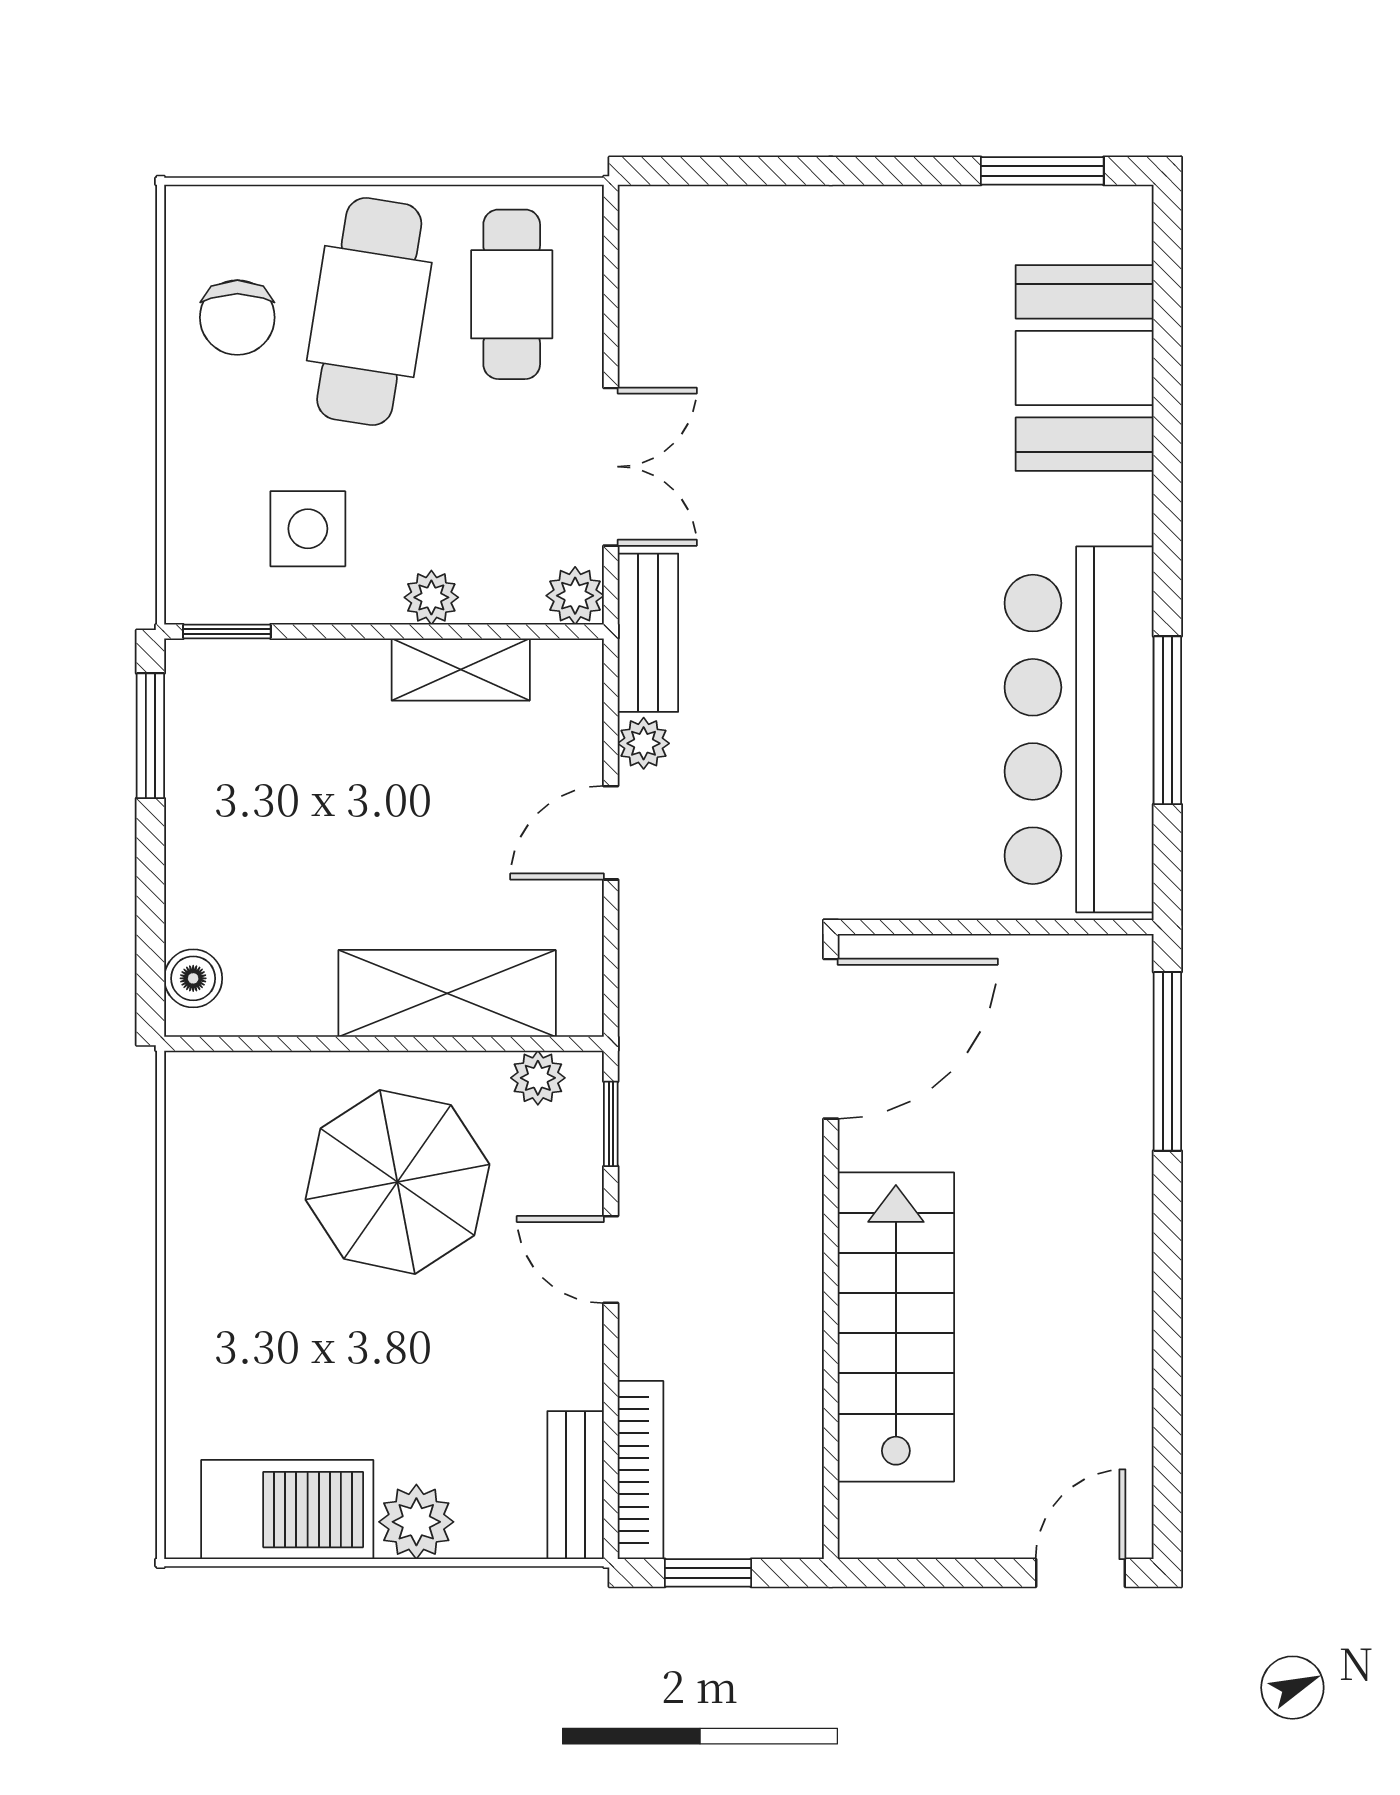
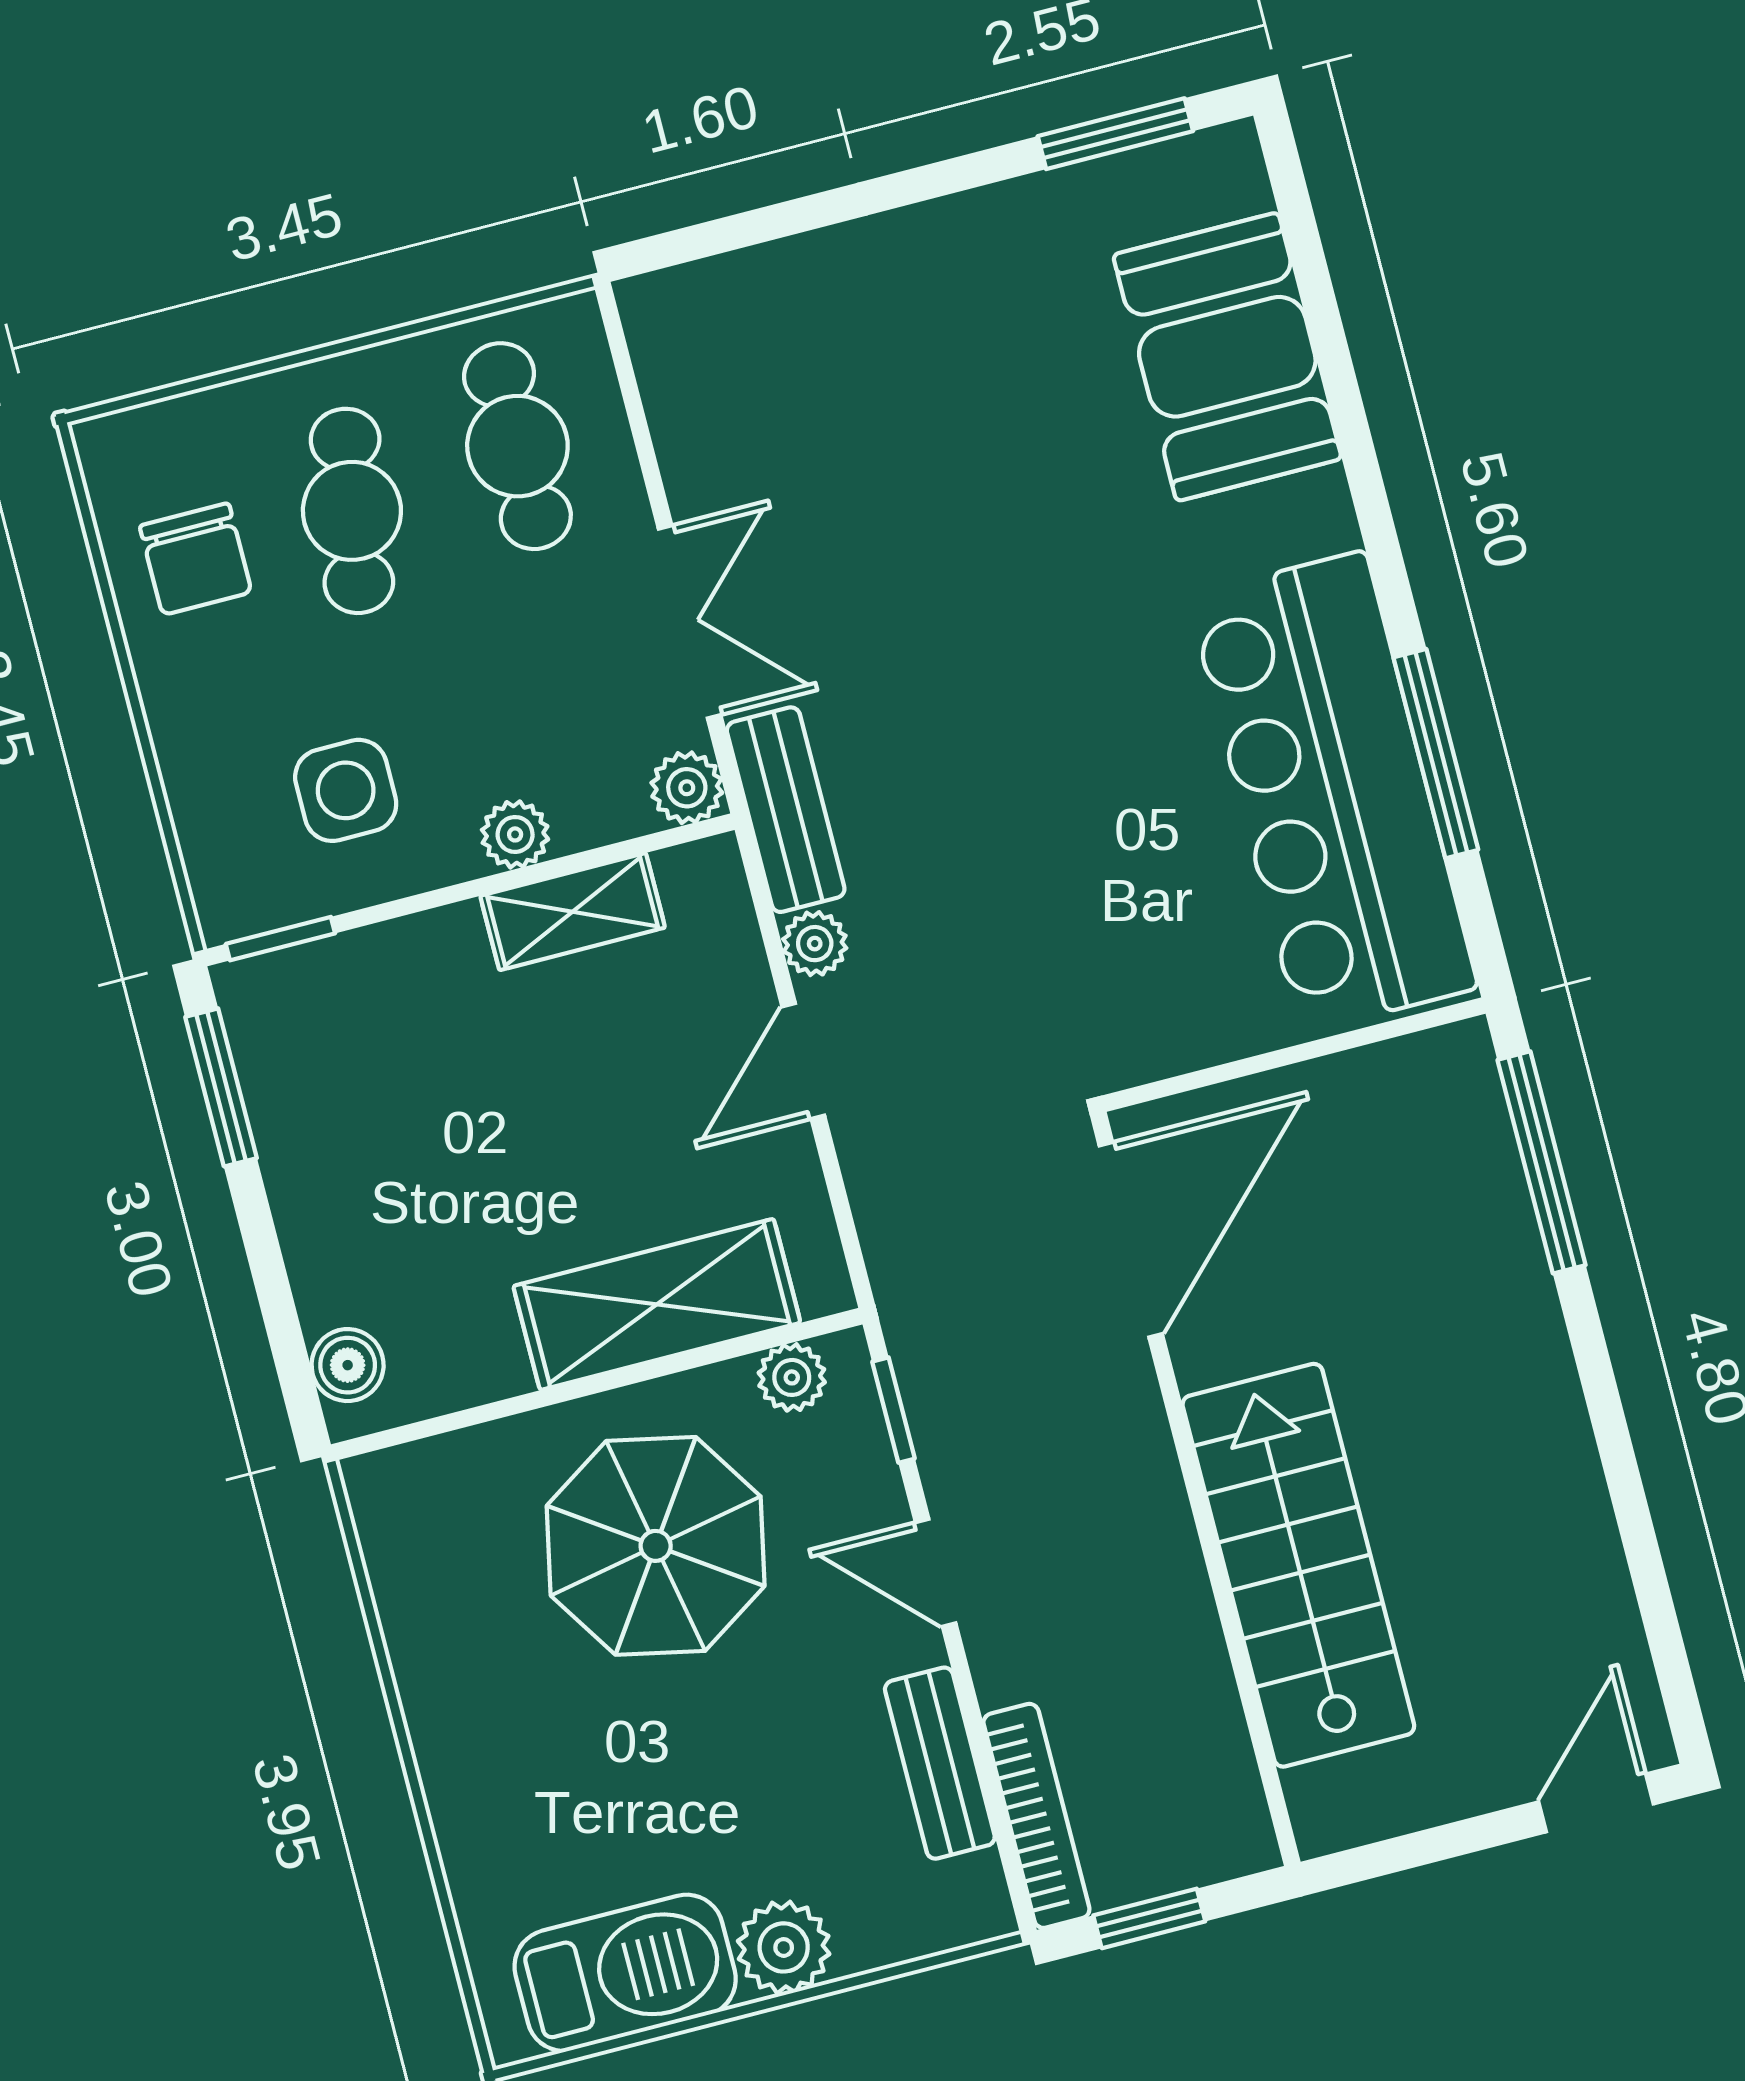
cafe table: (369, 312) -> (352, 511), width x0.73, depth x0.74
bench: (576, 1485) -> (940, 1763), moved

